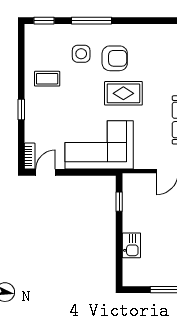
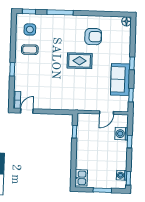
side table: (81, 54) -> (30, 29), moved
armchair: (115, 58) -> (93, 37), moved
corner sofa: (99, 145) -> (63, 94), removed
kitchen sink: (131, 245) -> (81, 178), moved

